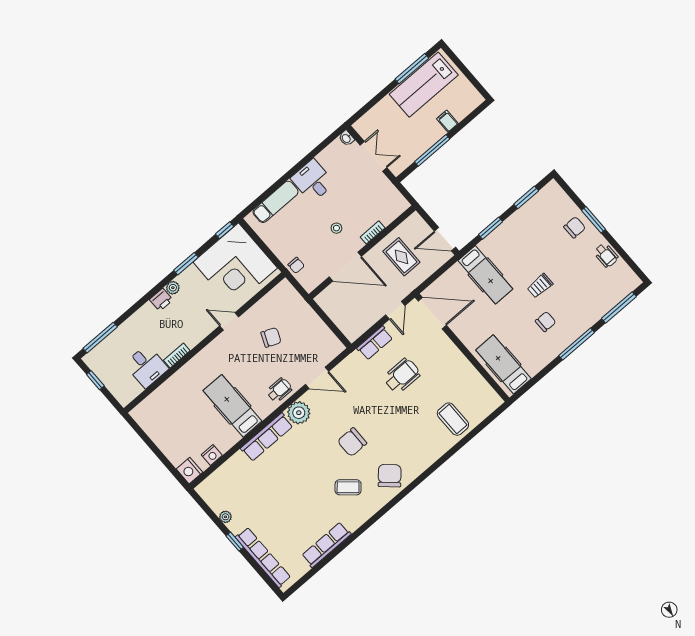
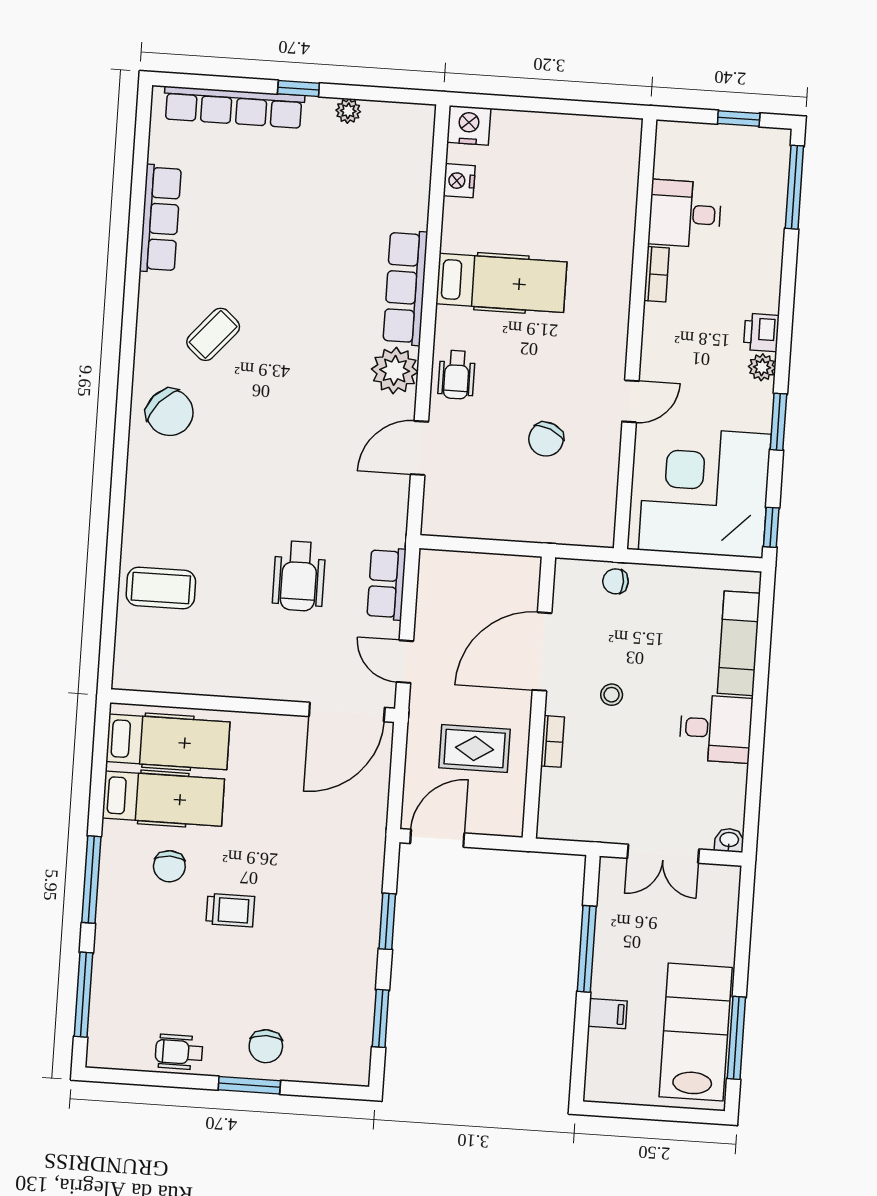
hospital bed: (485, 275) -> (163, 799), moved, turned 180
trolley: (540, 286) -> (230, 910), turned 90
chair: (352, 442) -> (274, 406), removed

